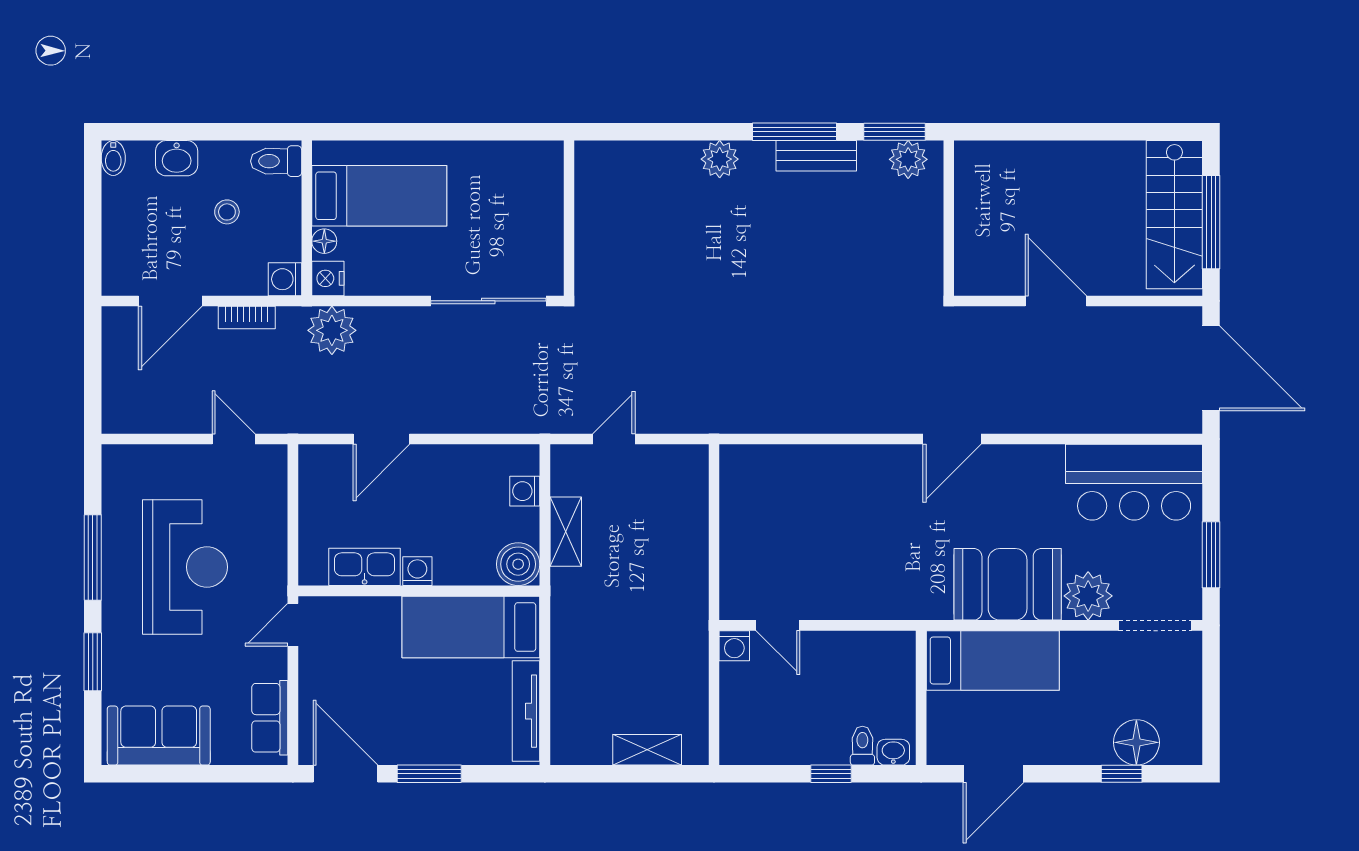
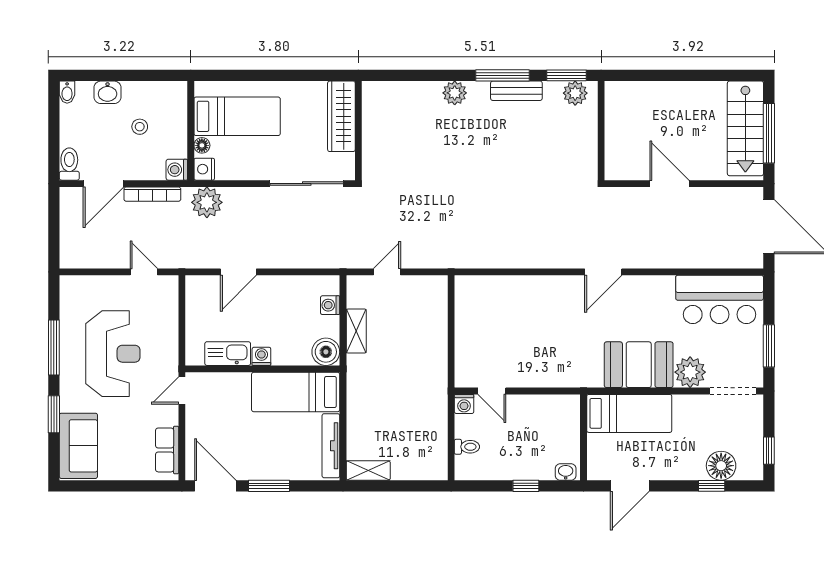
toilet: (276, 161) -> (69, 164), moved, turned 90
wardrobe: (542, 196) -> (341, 116), added
bookcase: (247, 317) -> (152, 194), width x1.56
window: (1211, 719) -> (769, 451), added
sofa: (159, 736) -> (78, 446), moved, turned 90
toilet: (862, 746) -> (467, 447), moved, turned 90
shelving: (647, 750) -> (368, 470), moved

